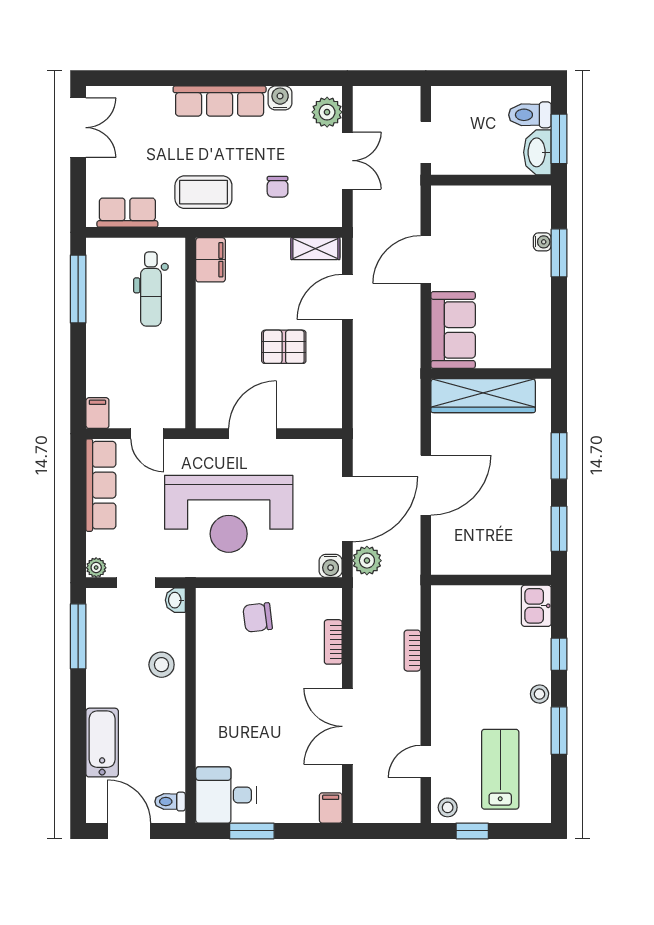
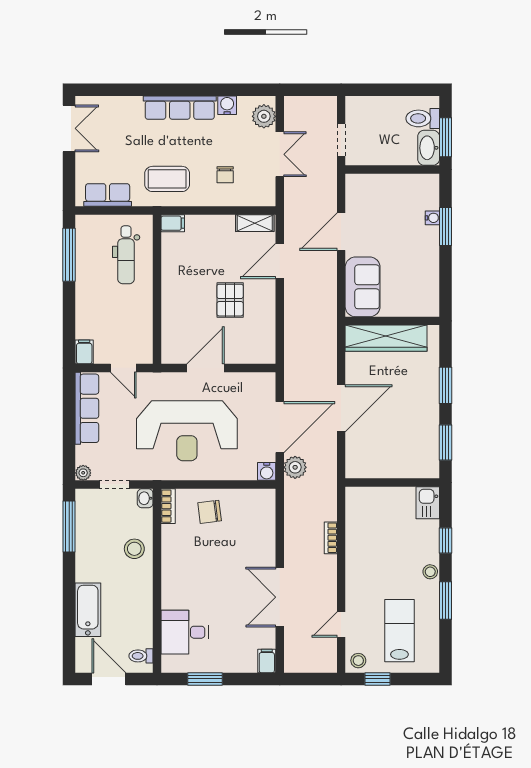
filing cabinet: (211, 260) -> (173, 223), width x0.50
pallet: (284, 347) -> (230, 300), turned 90
bookcase: (333, 642) -> (168, 506), moved, turned 180
desk: (226, 795) -> (185, 632), moved

